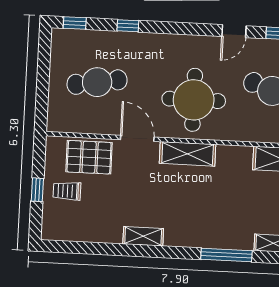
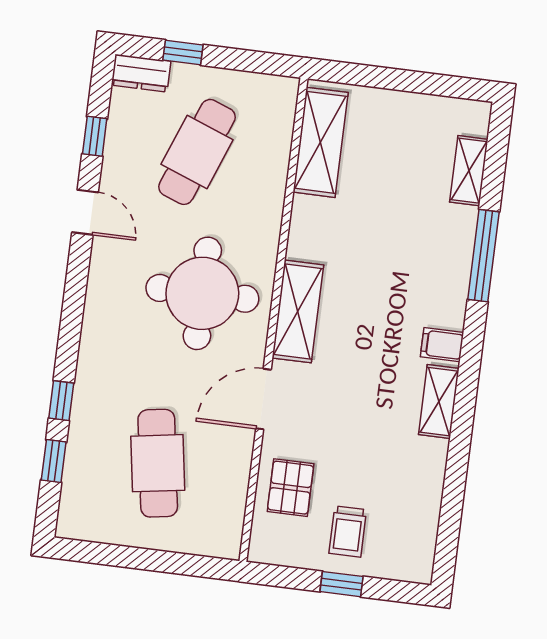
window: (75, 23) -> (54, 461), moved
pallet: (89, 157) -> (291, 488), width x0.67, depth x0.71
filing cabinet: (175, 236) -> (442, 345), added

